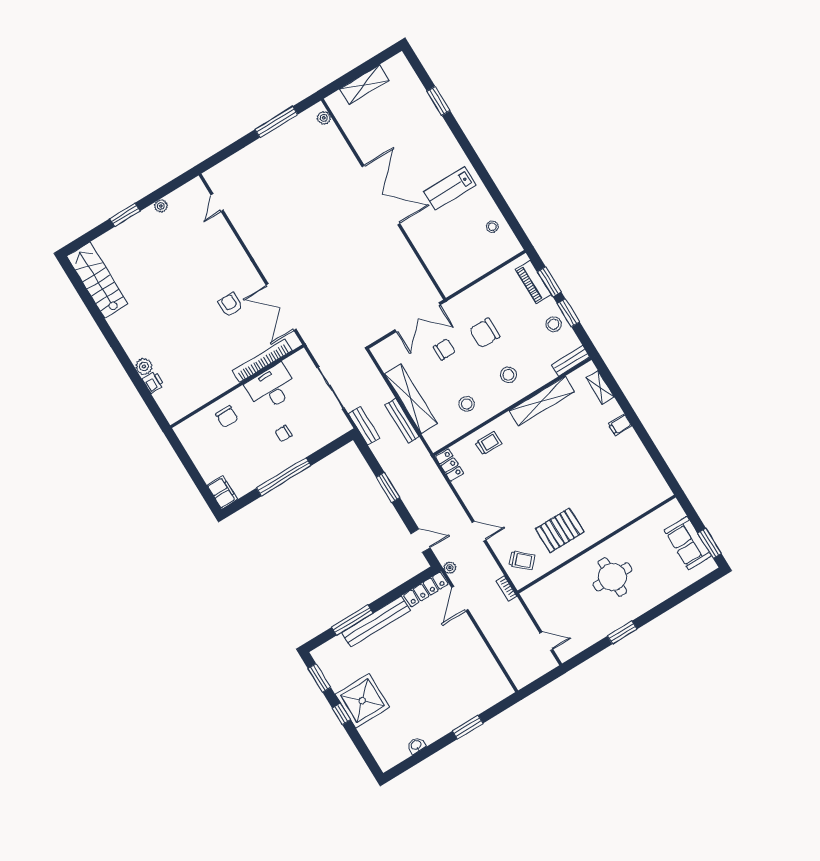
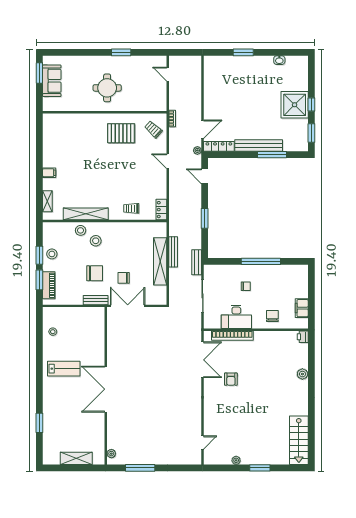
bench: (571, 361) -> (96, 300), moved
printer: (153, 382) -> (303, 337), moved
stool: (467, 404) -> (81, 230), moved
filing cabinet: (222, 492) -> (302, 308), moved

